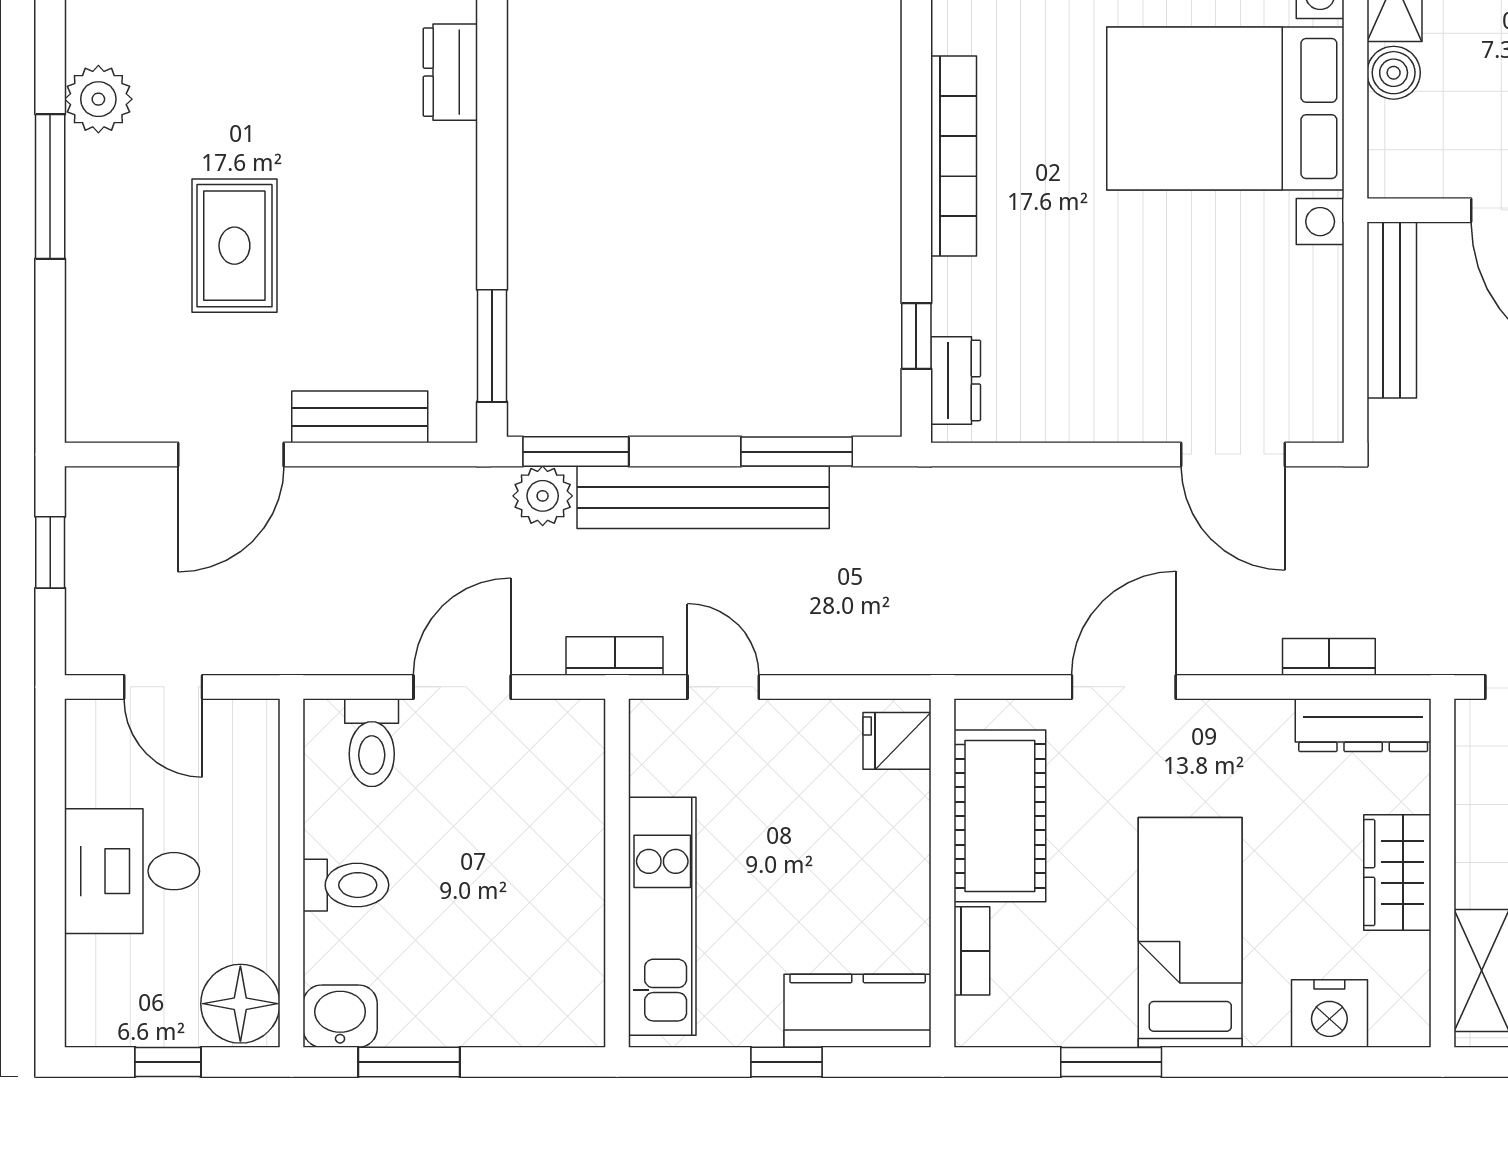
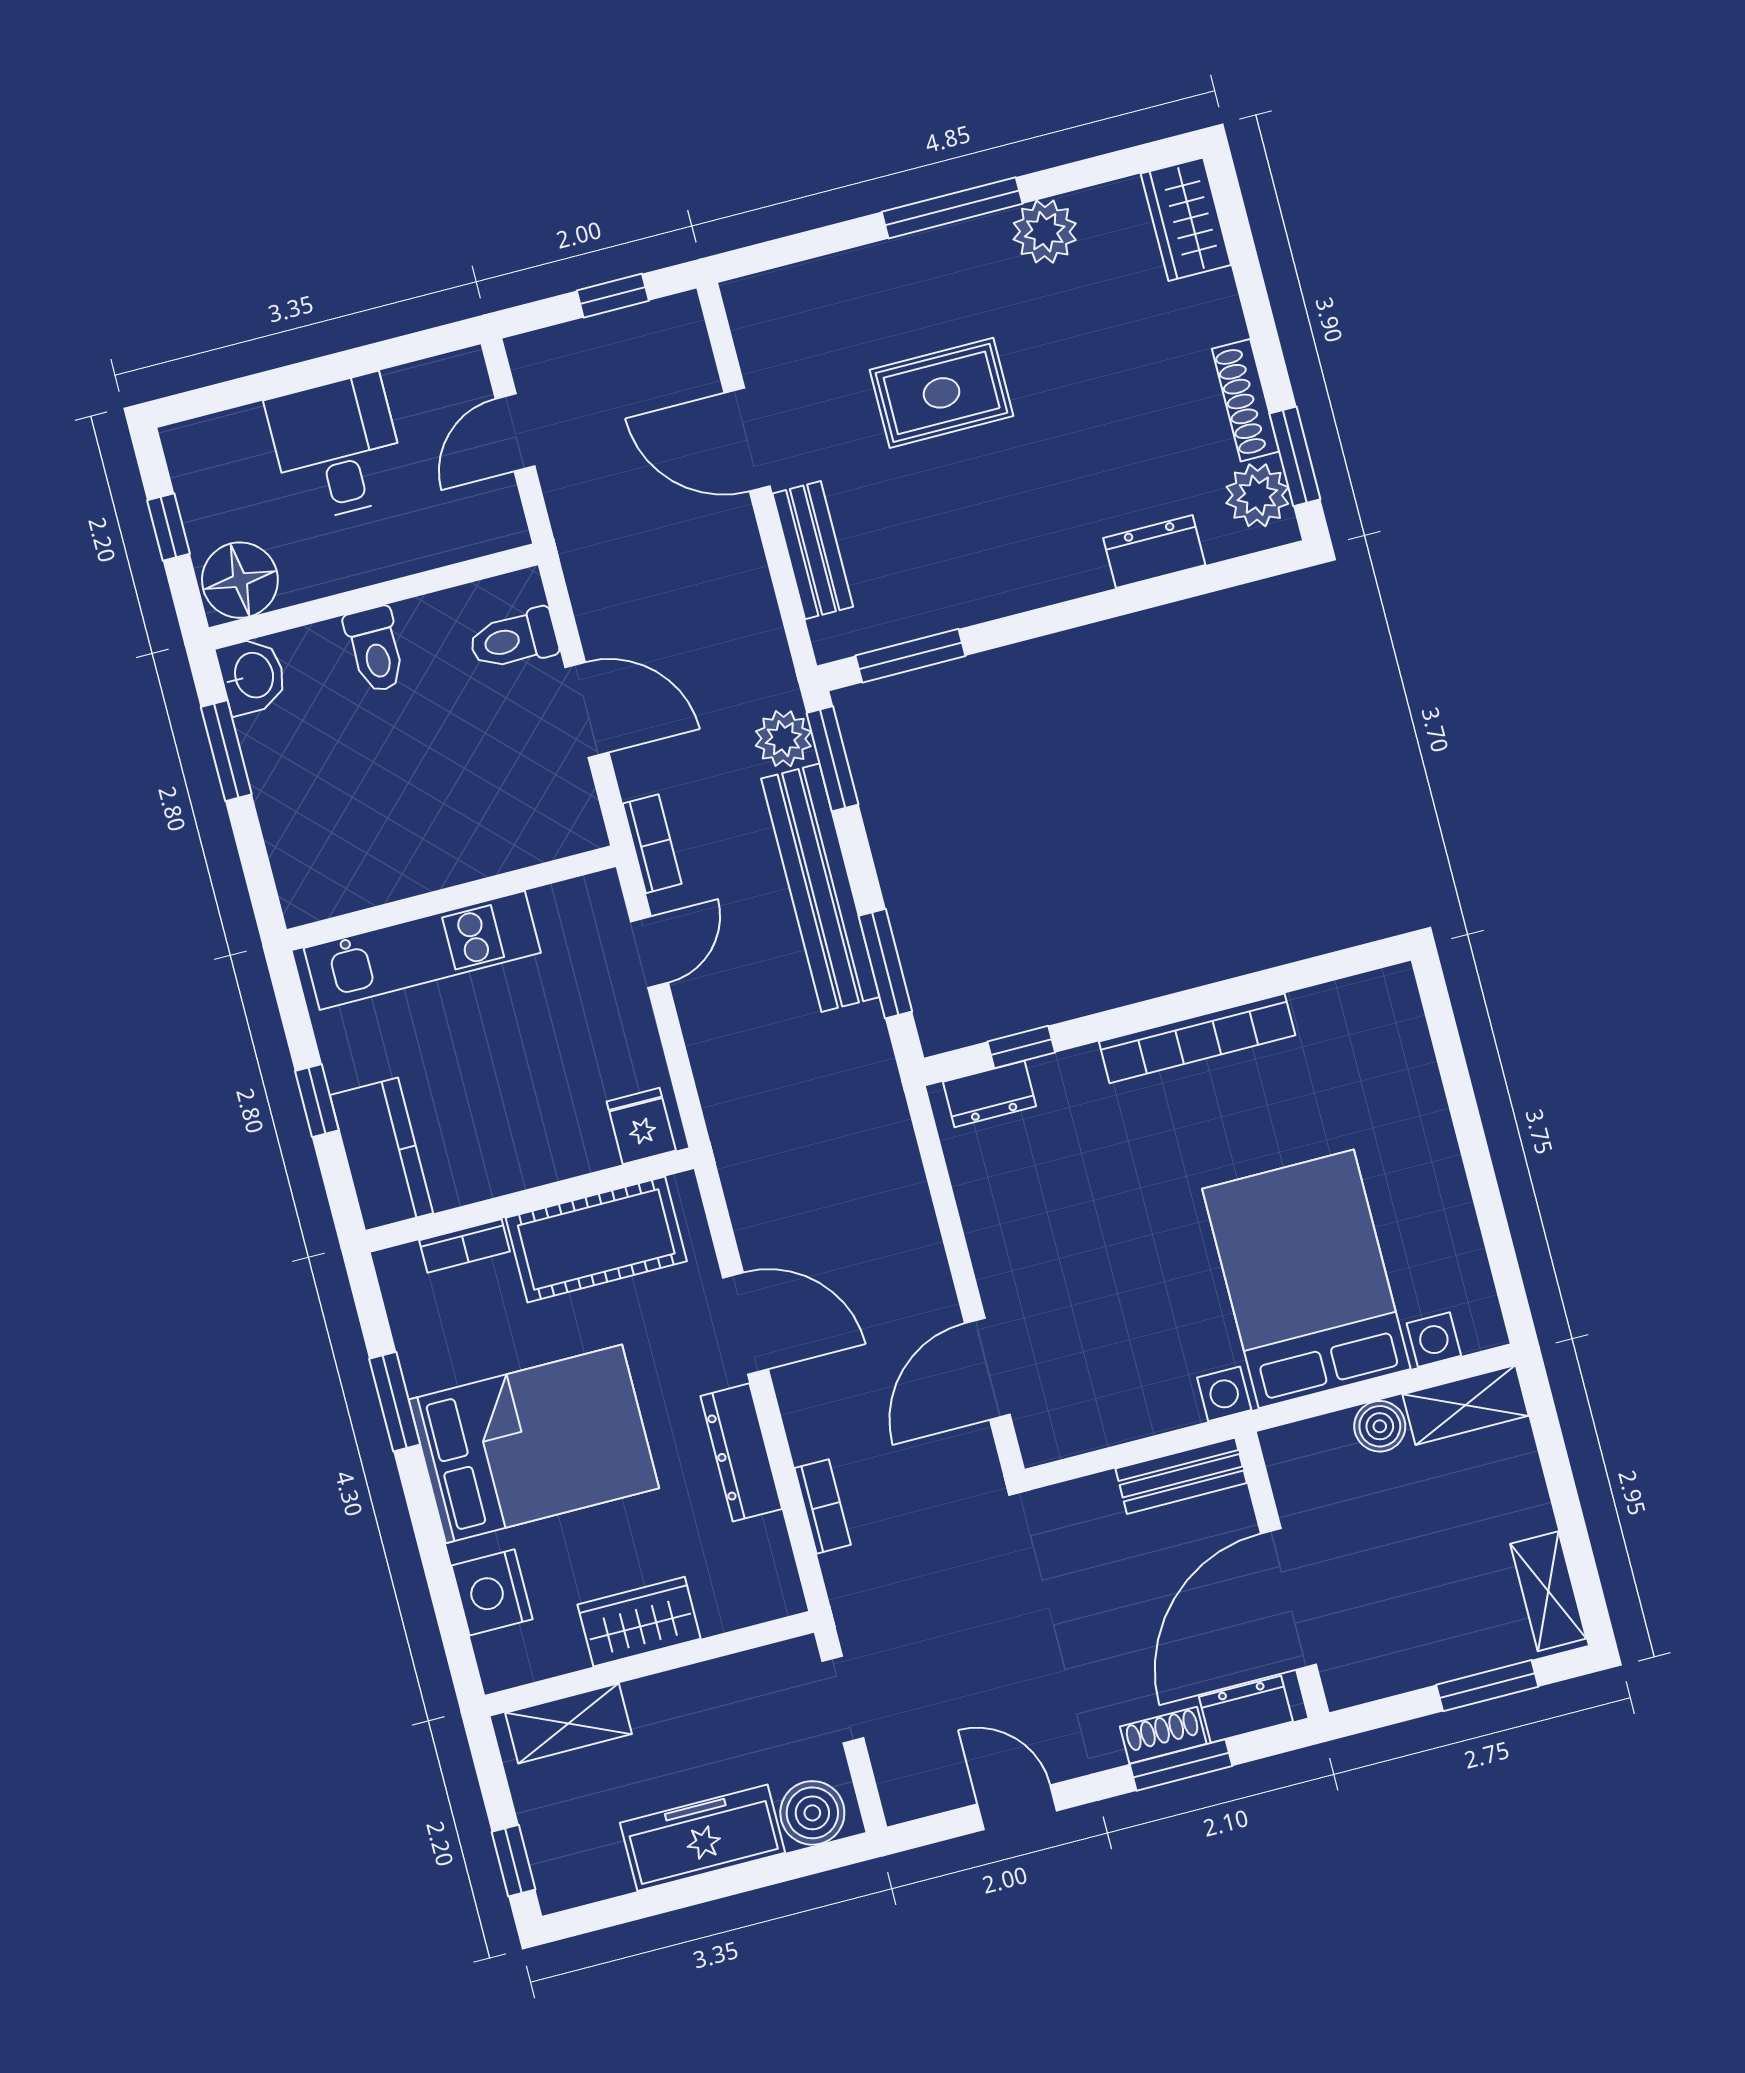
bench: (1392, 310) -> (1181, 1476), width x0.73
dresser: (1363, 725) -> (741, 1452), moved
bed: (1190, 932) -> (534, 1444), width x1.50

